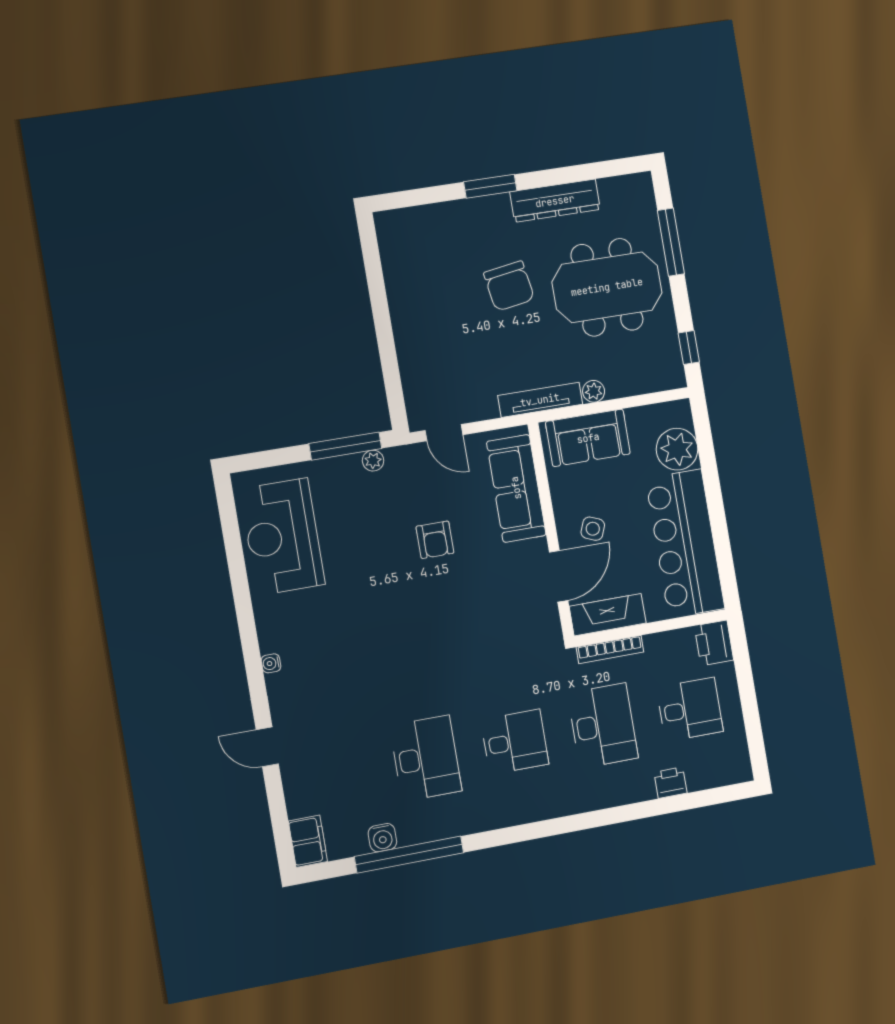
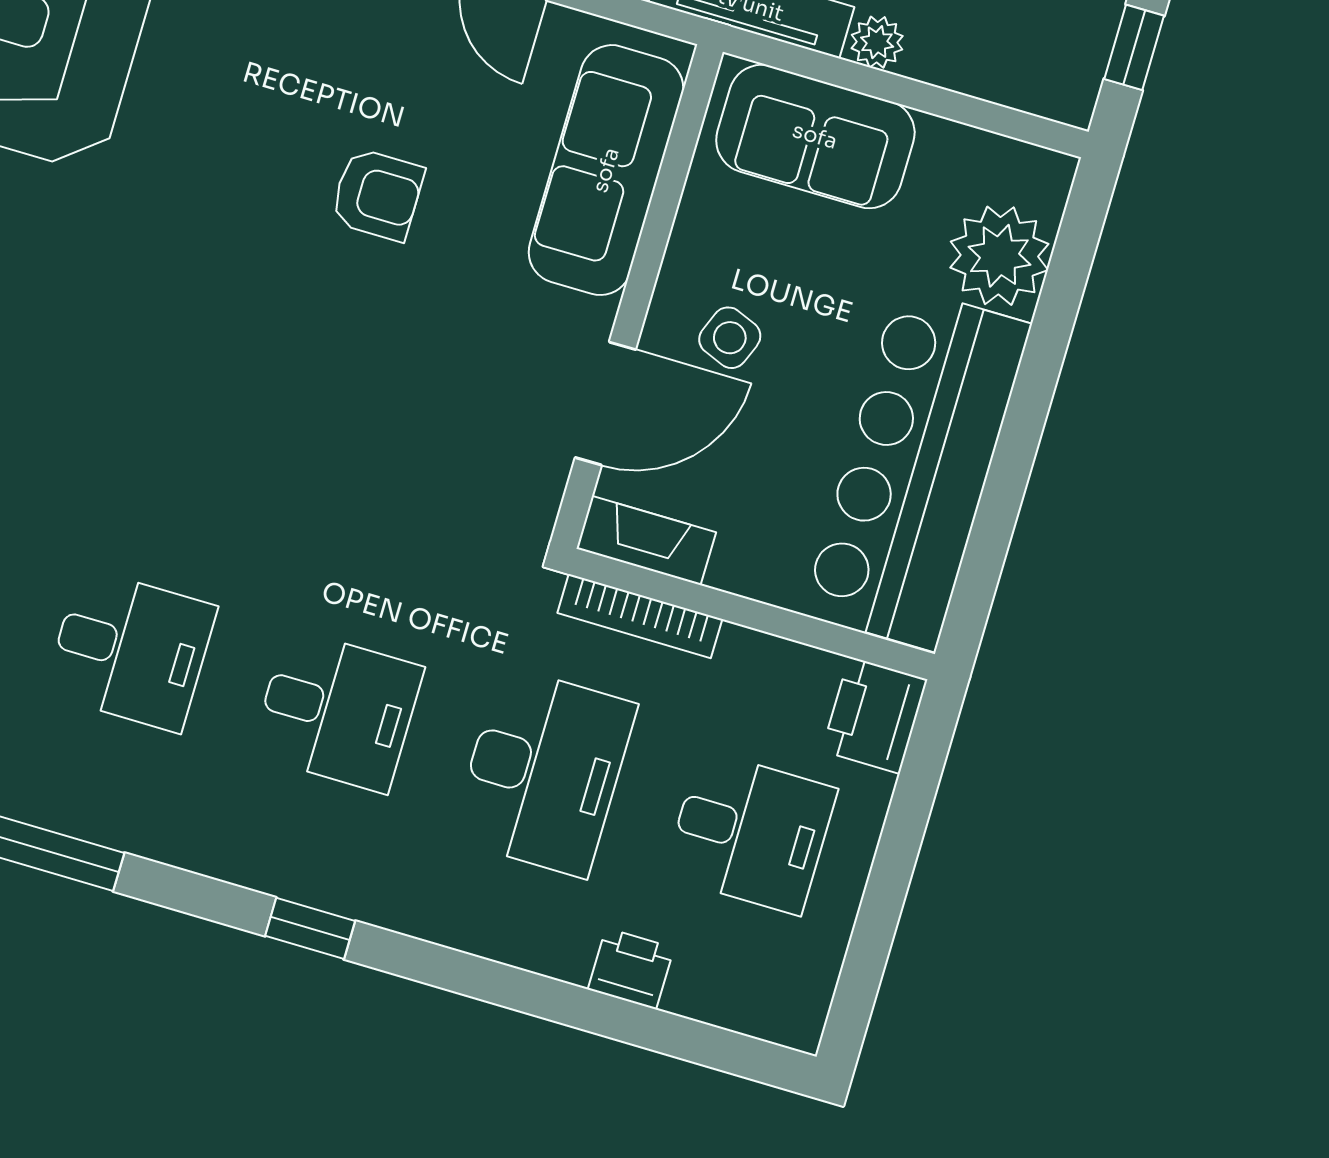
armchair: (435, 540) -> (377, 195), turned -90
fireplace: (608, 615) -> (646, 540), width x0.73, depth x0.76
desk: (426, 758) -> (131, 650), width x0.73
window: (544, 829) -> (310, 928), added

